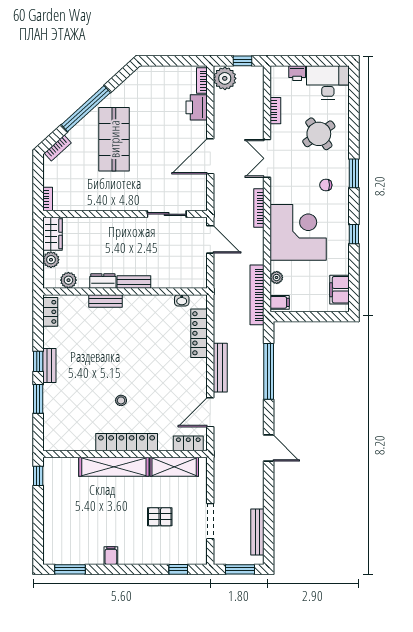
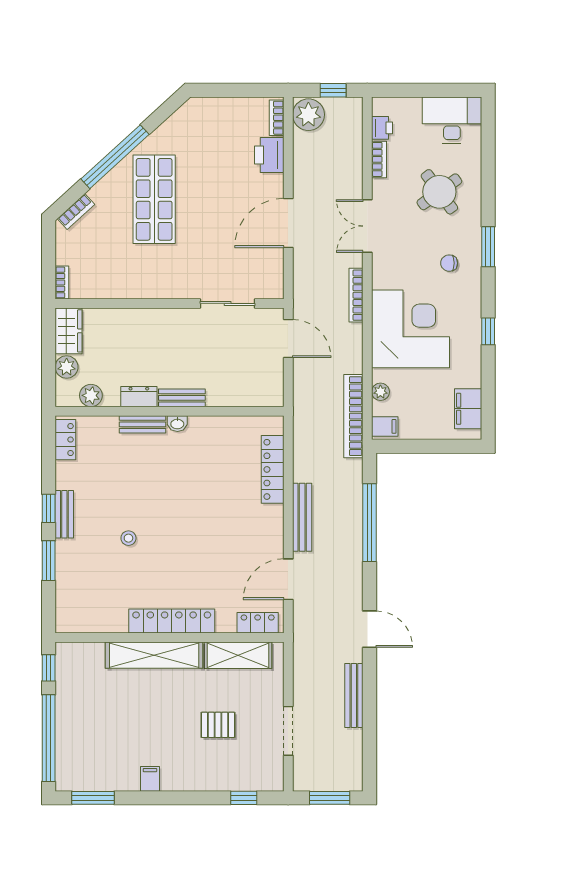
printer: (297, 73) -> (382, 128), moved, turned -90
washbasin: (182, 300) -> (177, 424), moved
stool: (121, 400) -> (128, 538), moved
window: (38, 526) -> (49, 738), added
bench: (257, 532) -> (354, 696), moved

